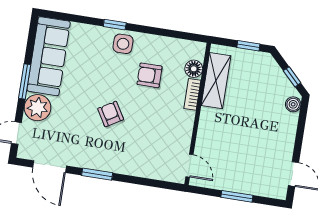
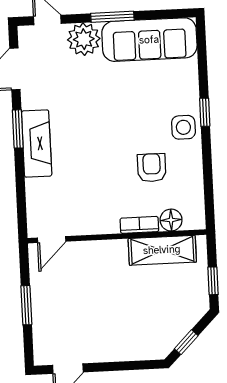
boiler: (293, 104) -> (153, 350), removed
armchair: (111, 114) -> (95, 130), removed
fireplace: (112, 162) -> (37, 144), added

